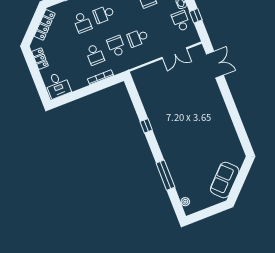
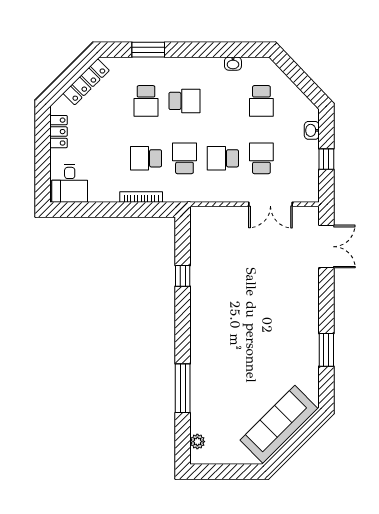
school desk: (104, 14) -> (184, 101), turned 180
school desk: (181, 21) -> (261, 158), moved
school desk: (95, 55) -> (146, 158), turned 90
window: (237, 122) -> (326, 350), added
window: (146, 126) -> (183, 276), moved
sofa: (225, 180) -> (279, 424), width x1.36

